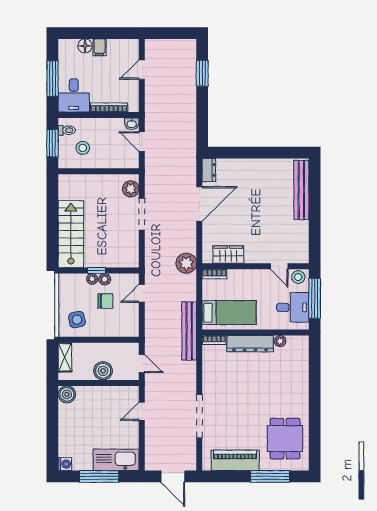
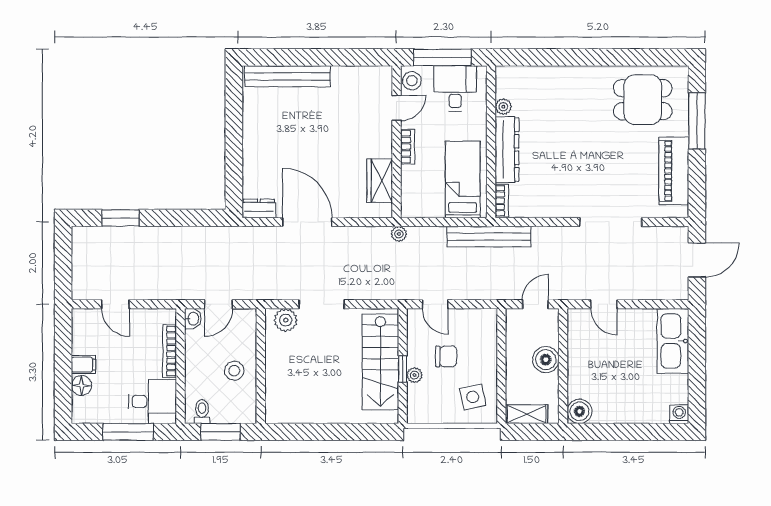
stool: (83, 148) -> (234, 371), moved
stairs: (71, 234) -> (380, 362), moved, turned -90
plant: (186, 263) -> (399, 234), width x0.53, depth x0.53
bookcase: (214, 274) -> (408, 147), moved
plant: (105, 279) -> (415, 357), removed
chair: (105, 301) -> (446, 356), turned 90
window: (99, 476) -> (697, 365), removed

